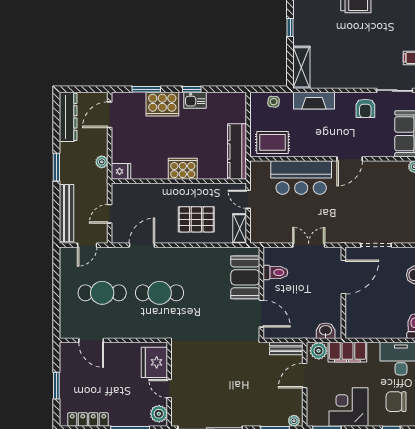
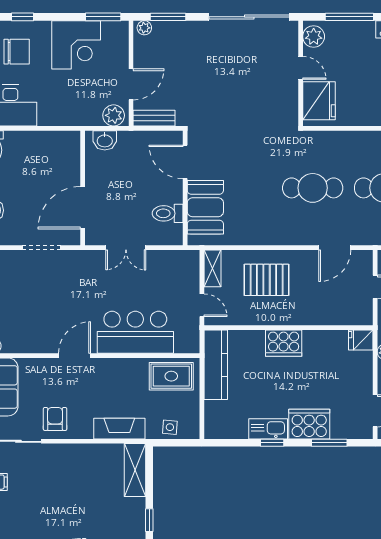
kitchen sink: (195, 100) -> (268, 429), width x1.38
filing cabinet: (347, 352) -> (77, 114), removed

